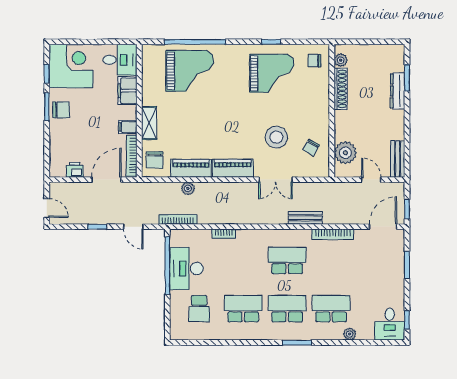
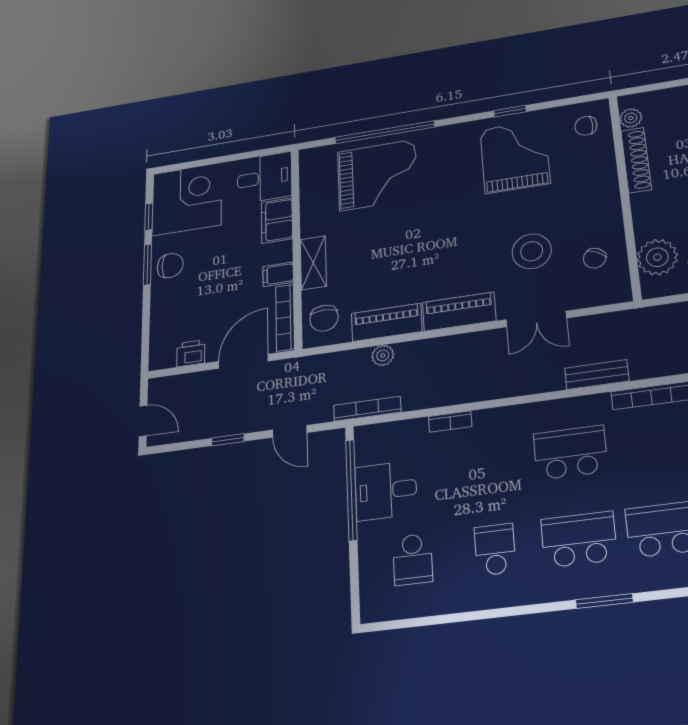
grand piano: (272, 73) -> (515, 156), turned -90
desk: (186, 269) -> (386, 491), width x0.73
school desk: (243, 309) -> (495, 549), width x0.54

